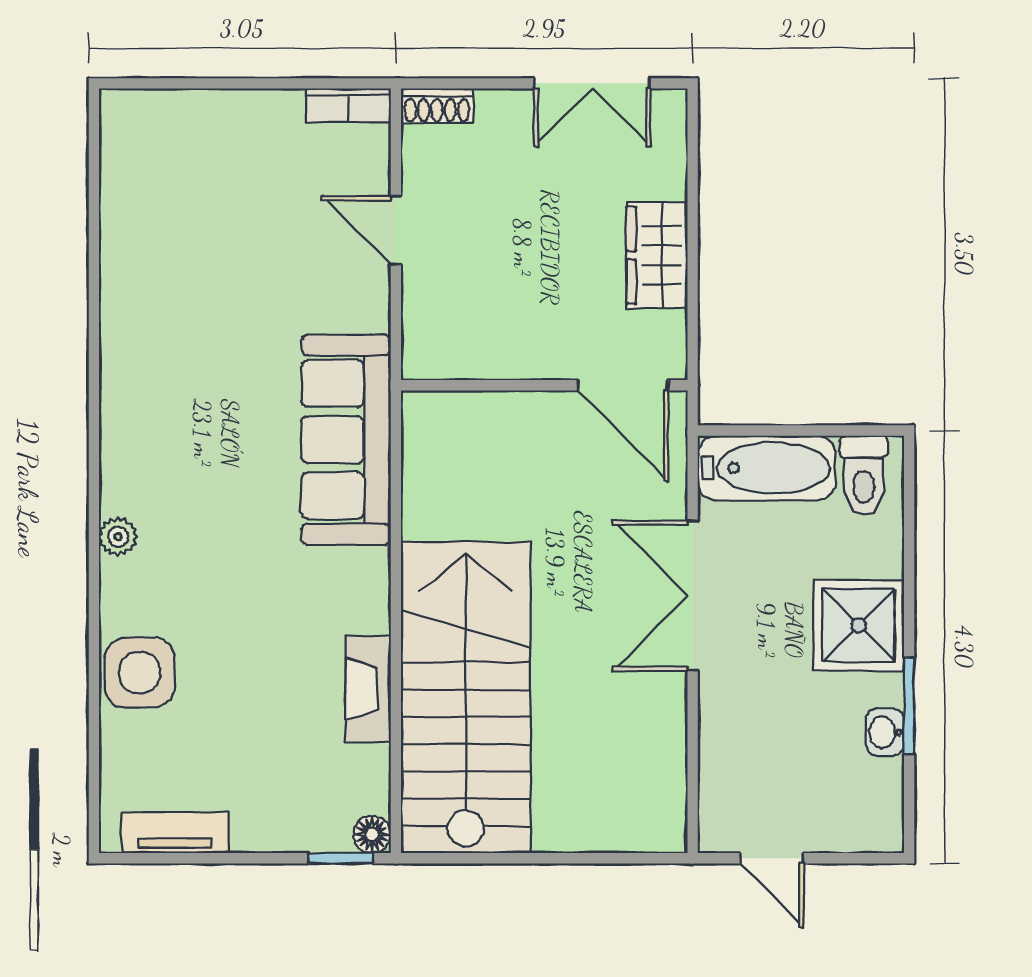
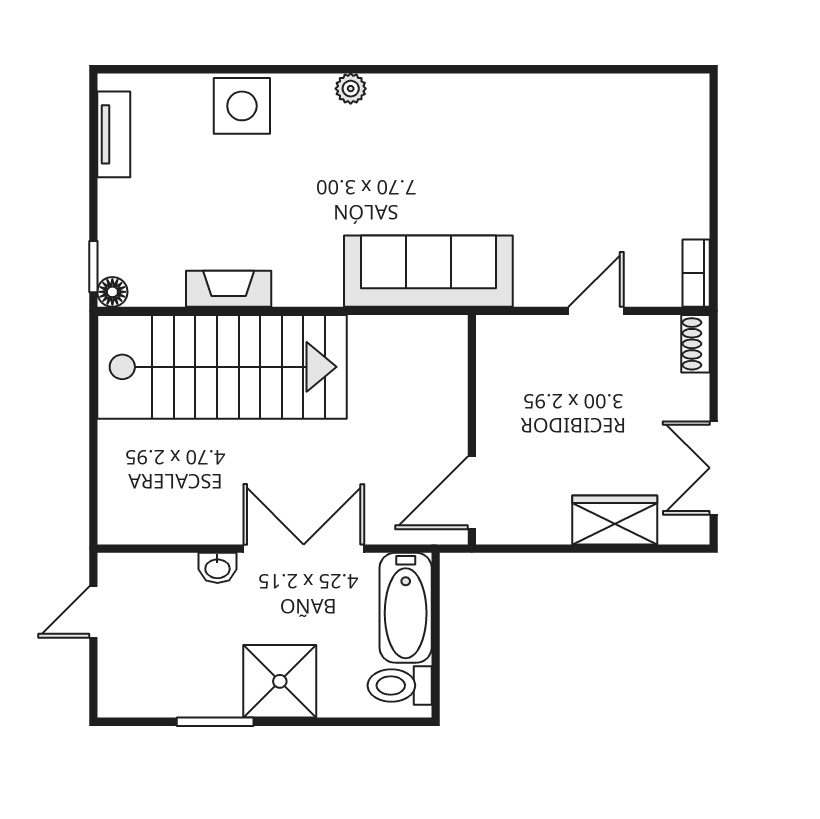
wardrobe: (657, 255) -> (615, 520), moved
washbasin: (885, 732) -> (217, 568), moved, turned 180

